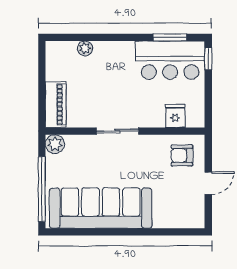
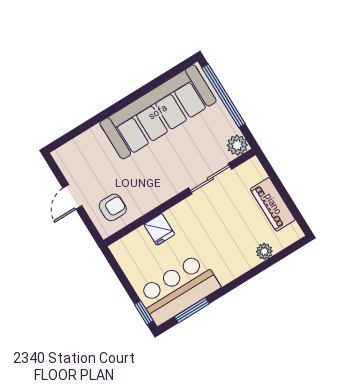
piano: (56, 104) -> (273, 204), moved
fridge: (175, 116) -> (159, 229), moved
sliding door: (117, 131) -> (210, 179), moved

